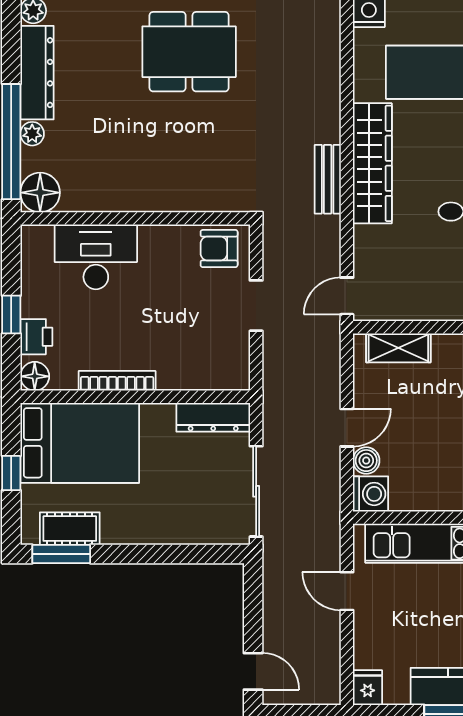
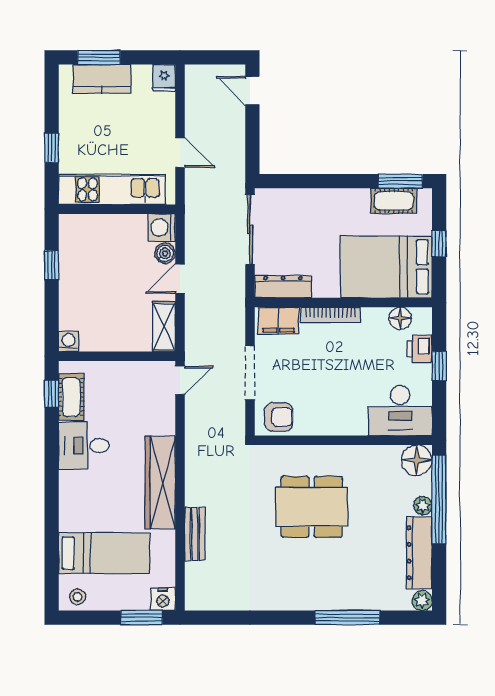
dining table: (189, 52) -> (312, 507), moved
bench: (328, 179) -> (195, 534), moved
desk: (96, 257) -> (400, 411), moved
doorway: (256, 306) -> (250, 373), width x1.38
shelving: (398, 348) -> (164, 327), moved, turned 90
filing cabinet: (219, 373) -> (278, 321), added
floor lamp: (35, 376) -> (400, 318), moved
bookcase: (117, 381) -> (330, 315), moved

